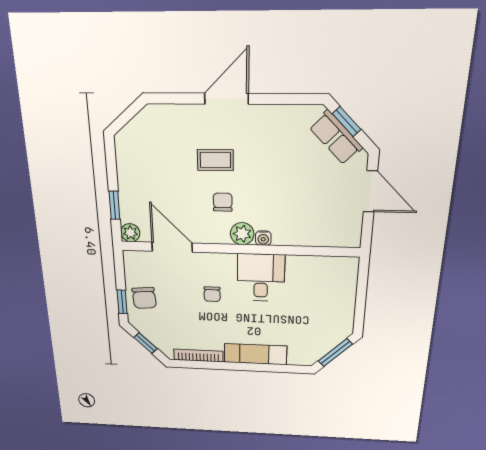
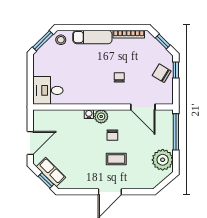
door: (370, 191) -> (30, 143), swing flipped
window: (114, 205) -> (176, 132), width x2.17
plant: (130, 233) -> (163, 160), moved, width x1.87, depth x1.87
desk: (261, 278) -> (48, 90), moved, turned 90
chair: (144, 298) -> (162, 73), turned -54
stool: (306, 353) -> (61, 40), added

